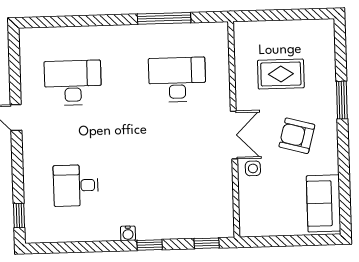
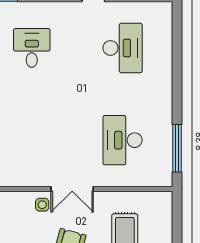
window: (164, 18) -> (177, 148), moved
desk: (177, 80) -> (123, 140), turned 180

